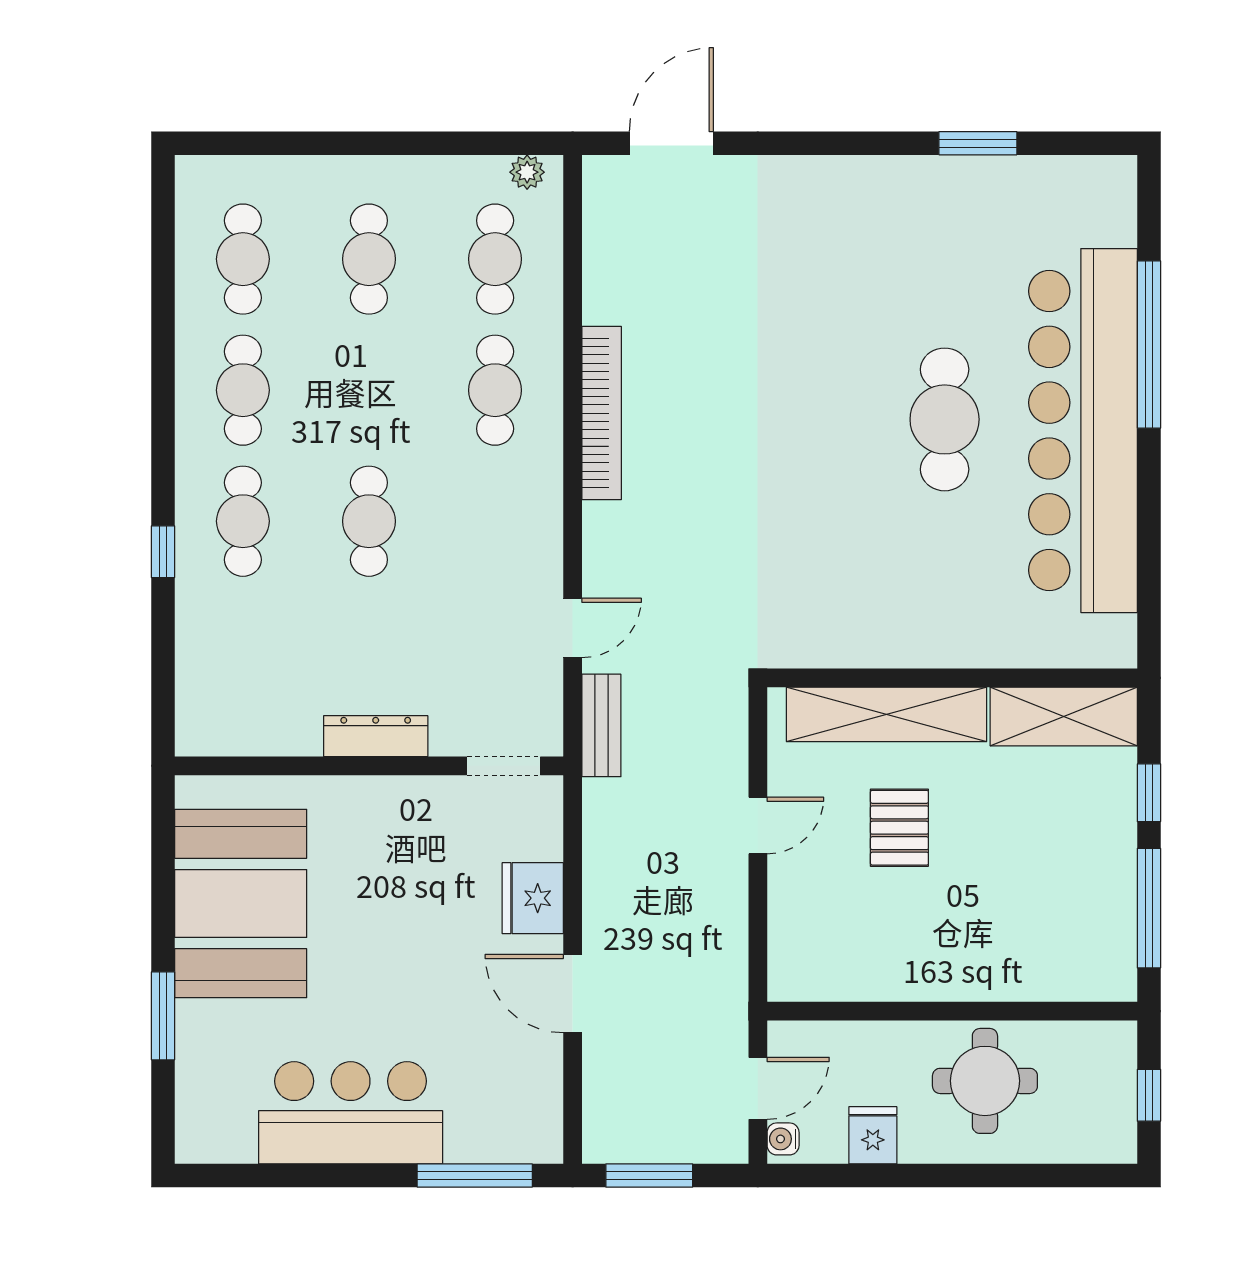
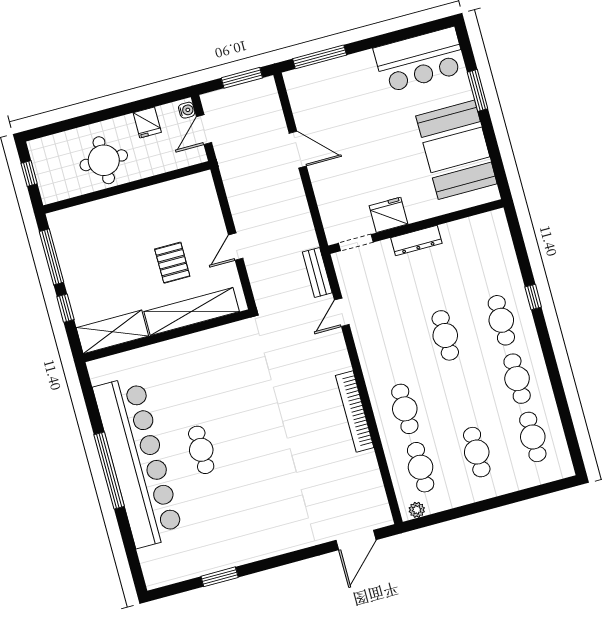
window: (1149, 345) -> (109, 471), moved
cafe table: (945, 419) -> (201, 450), width x0.73, depth x0.74
fridge: (533, 898) -> (389, 215), moved, turned -90
bar counter: (351, 1113) -> (420, 60), moved

